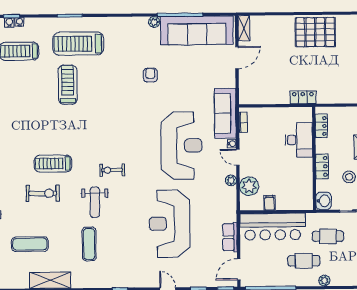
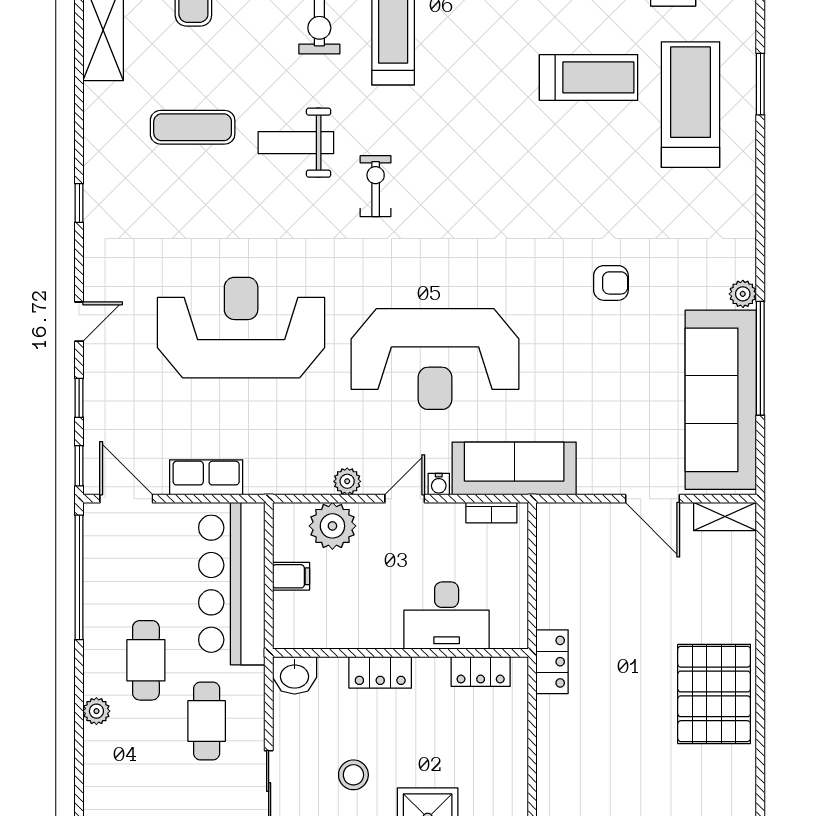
locker: (321, 126) -> (481, 672), moved
desk: (299, 140) -> (447, 615), moved
wall: (314, 158) -> (400, 653), moved
locker: (322, 166) -> (380, 672), moved
washbasin: (324, 201) -> (295, 675), moved

